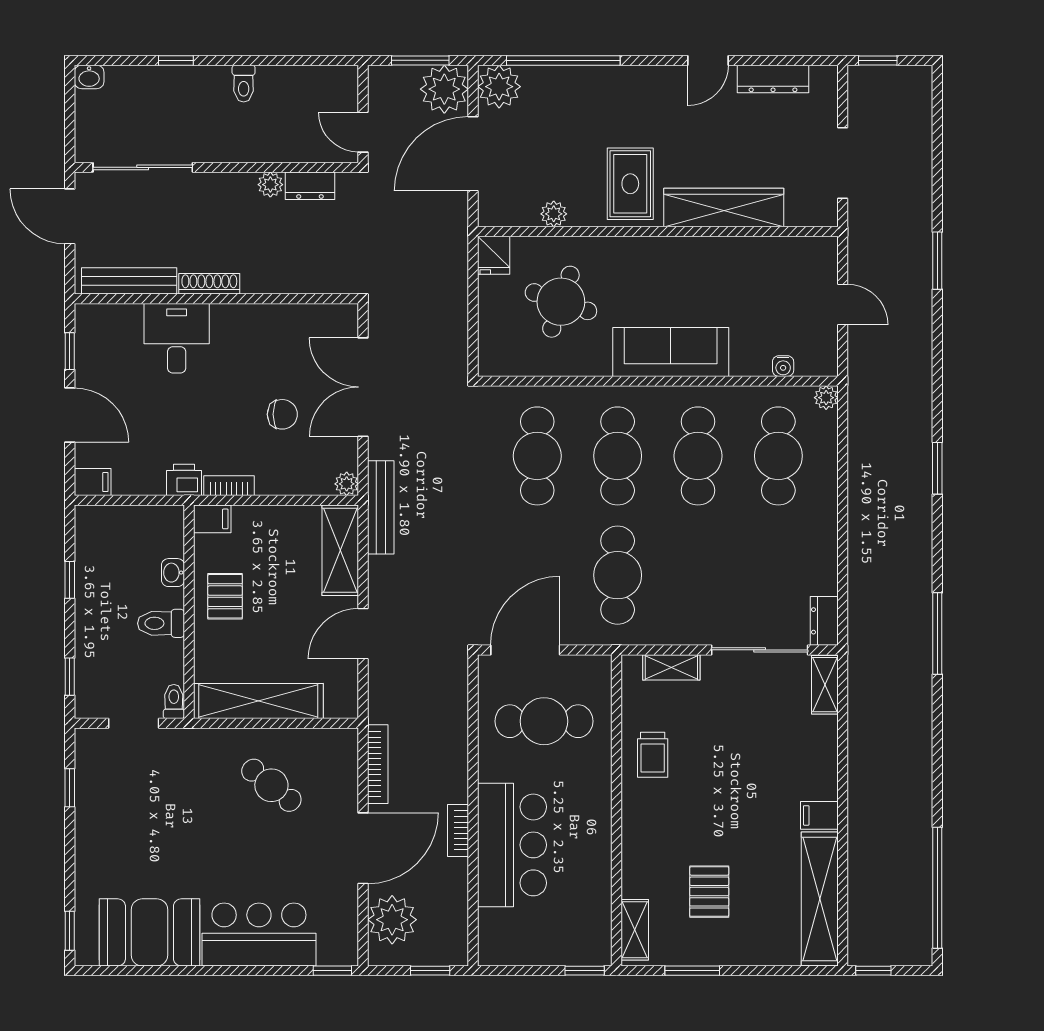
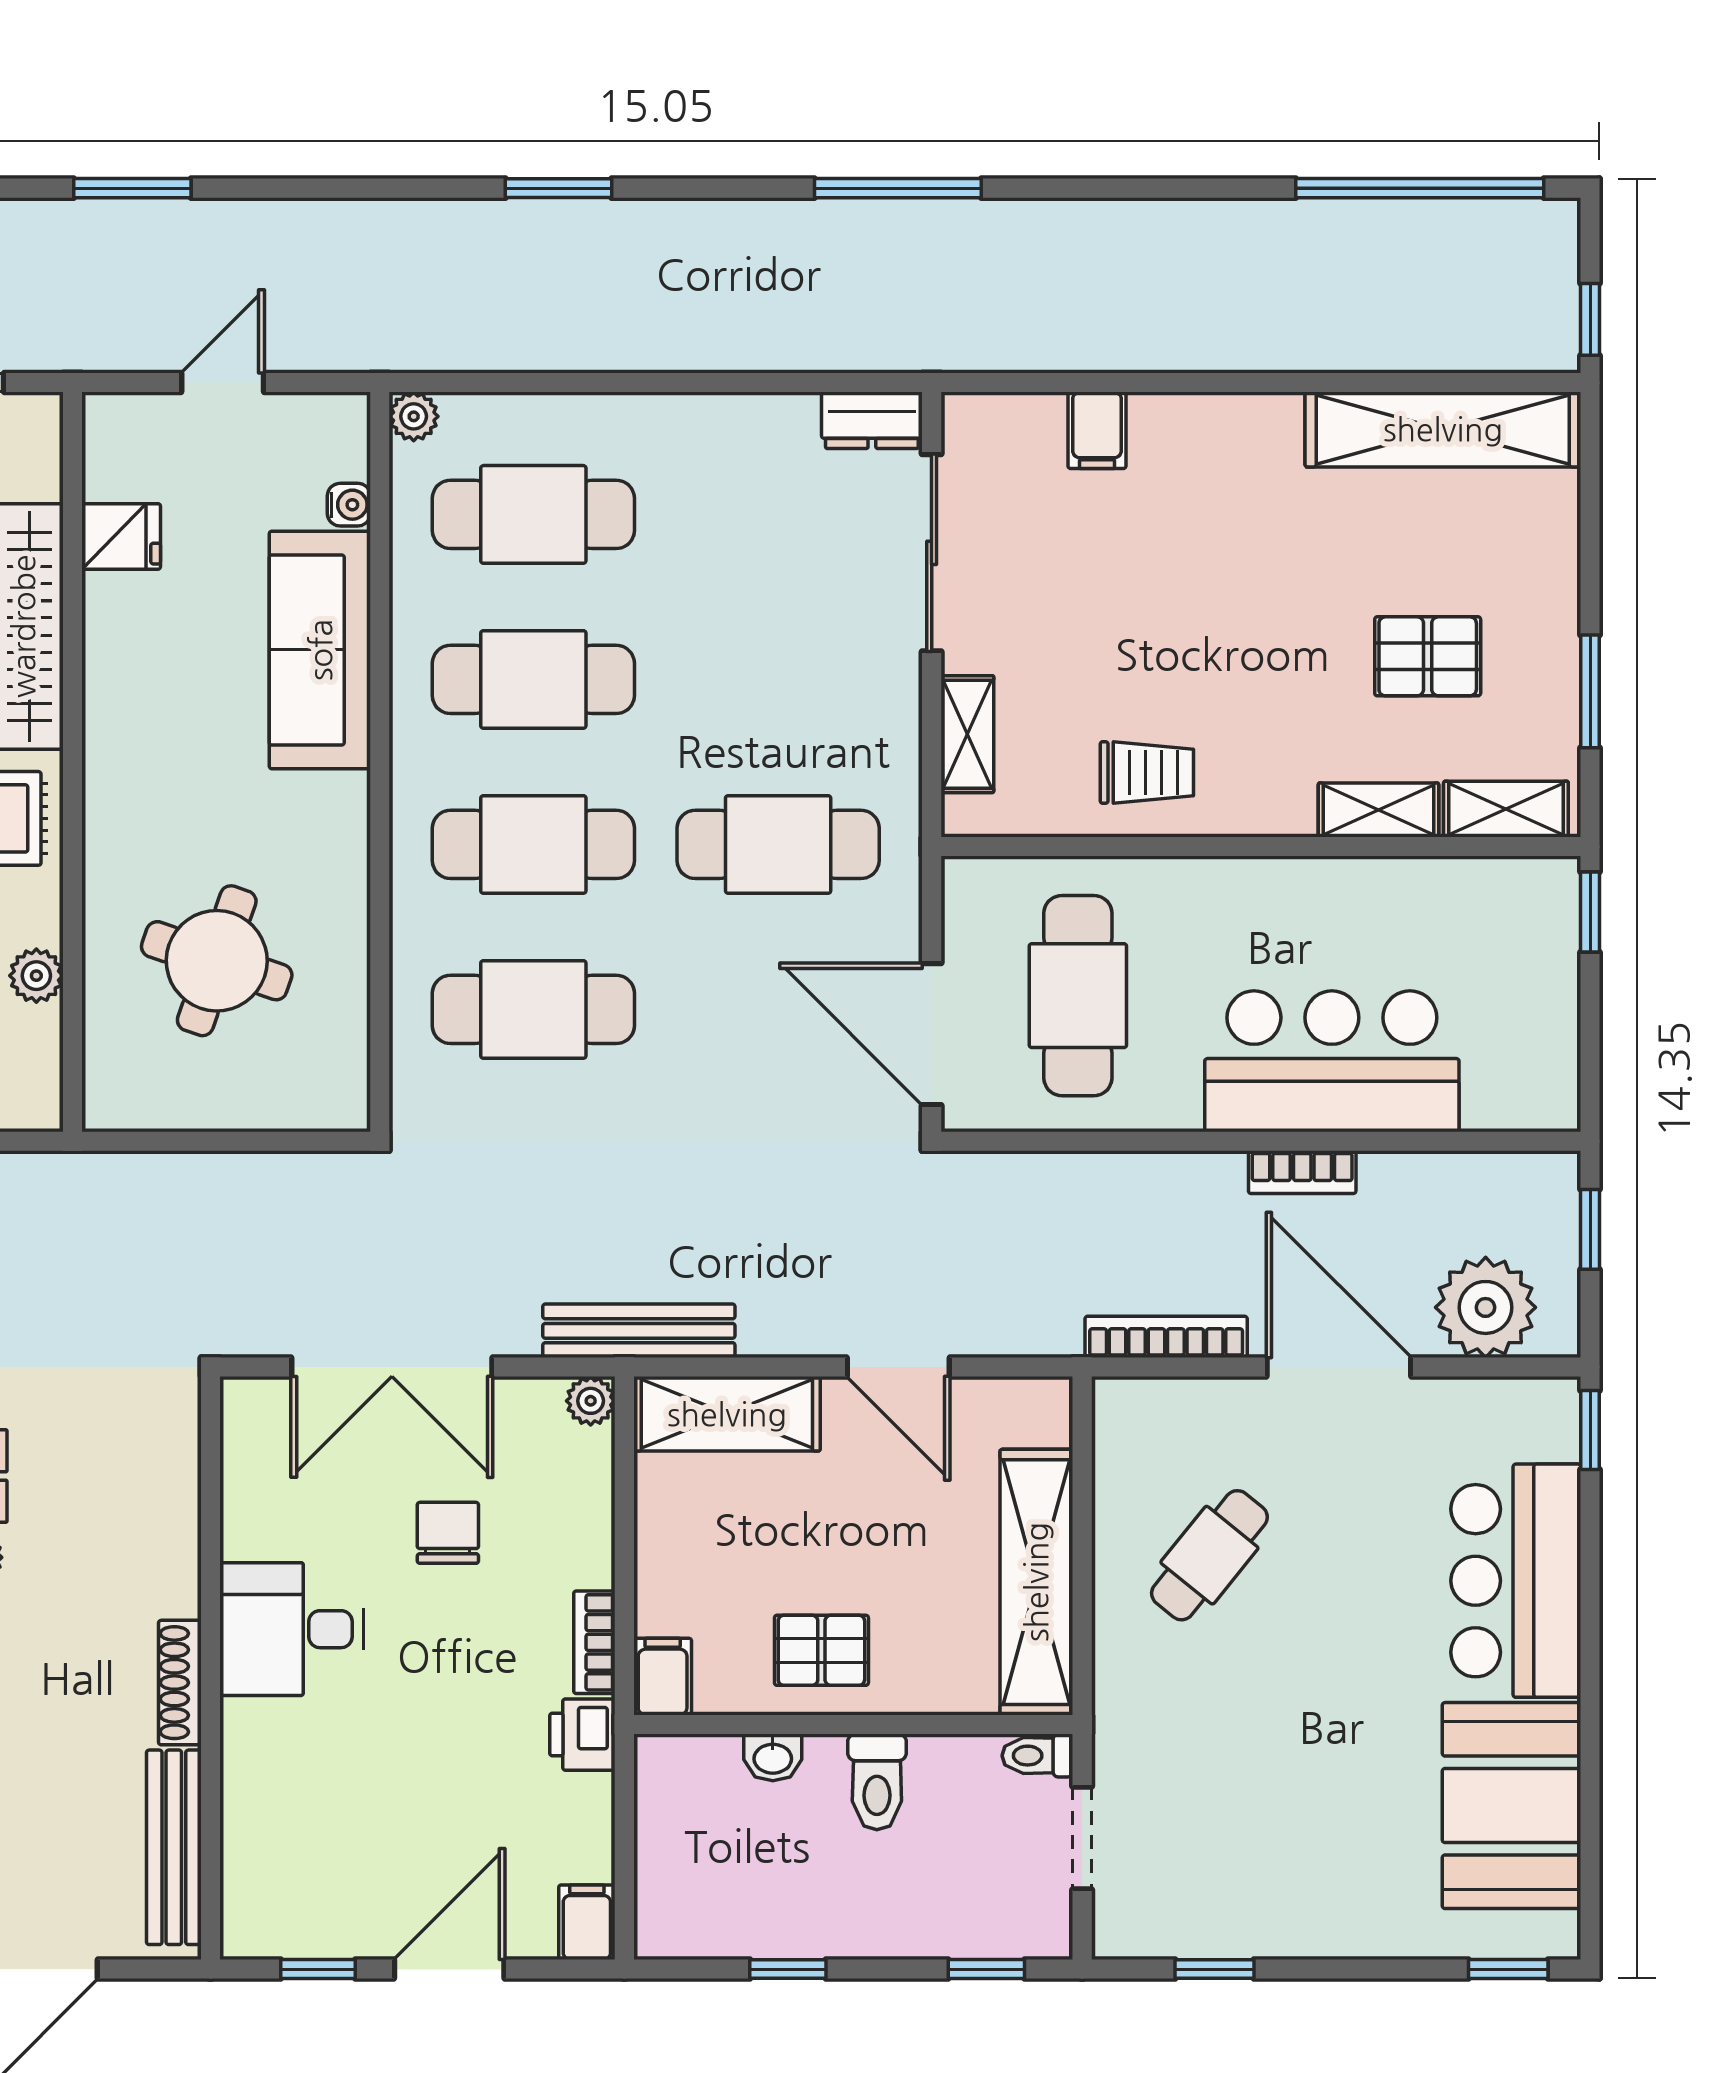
fridge: (494, 255) -> (121, 536), moved
desk: (177, 338) -> (292, 1629), moved
sofa: (671, 352) -> (320, 650), moved
shelving: (825, 685) -> (1378, 810), moved
filing cabinet: (819, 815) -> (1097, 430), moved

